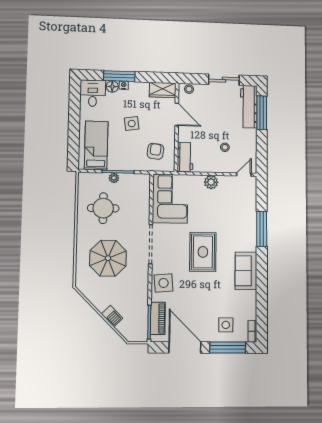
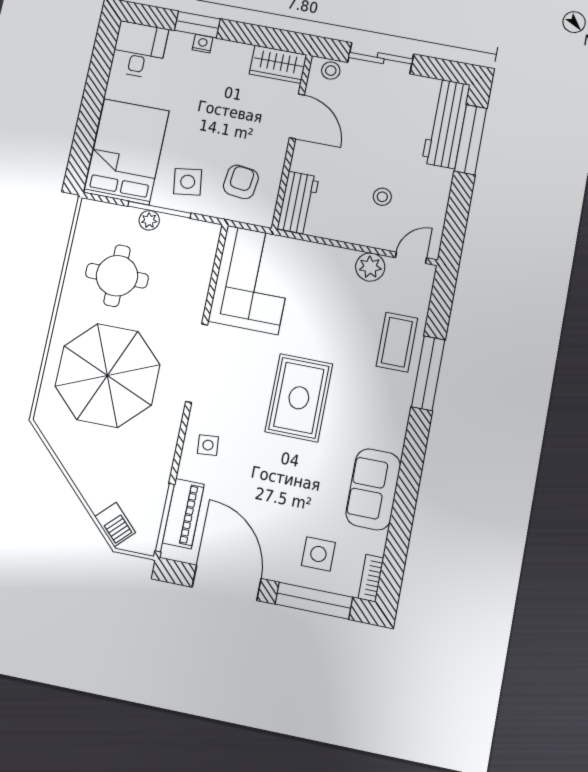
window: (119, 76) -> (197, 25), width x0.69
sliding door: (224, 80) -> (381, 58), moved
floor lamp: (112, 87) -> (180, 43), removed
side table: (132, 124) -> (188, 182), moved
bed: (96, 145) -> (127, 152), width x1.50
plant: (211, 182) -> (370, 267), moved
coffee table: (244, 217) -> (397, 342), added
parasol: (108, 258) -> (108, 375), width x1.36, depth x1.36
sofa: (246, 271) -> (373, 489), moved
side table: (164, 283) -> (208, 445), width x0.54, depth x0.54
barbecue: (112, 316) -> (115, 525), moved

